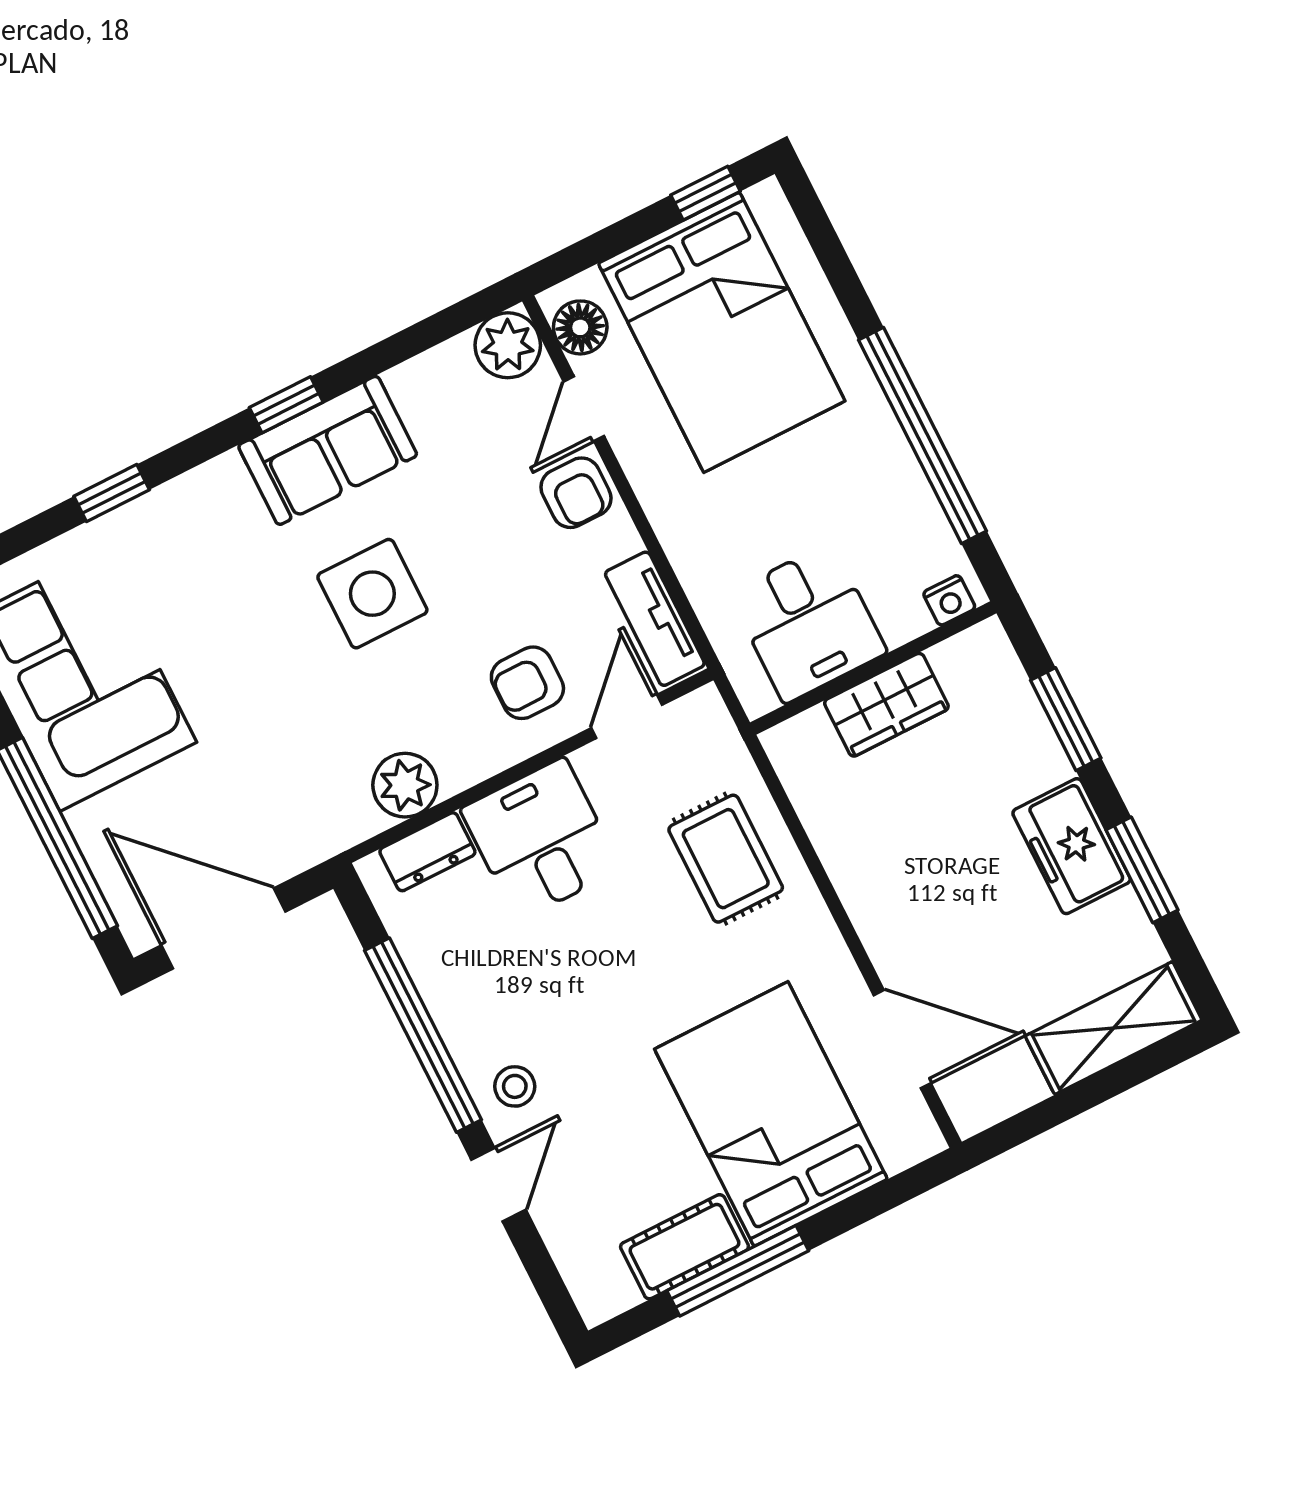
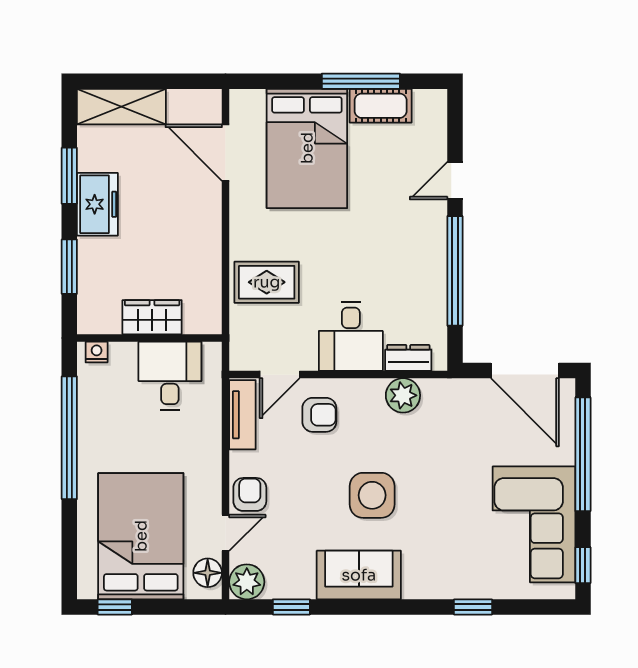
window: (286, 405) -> (291, 607), moved
rug: (726, 859) -> (267, 282), turned 90
stool: (515, 1086) -> (423, 224), removed

